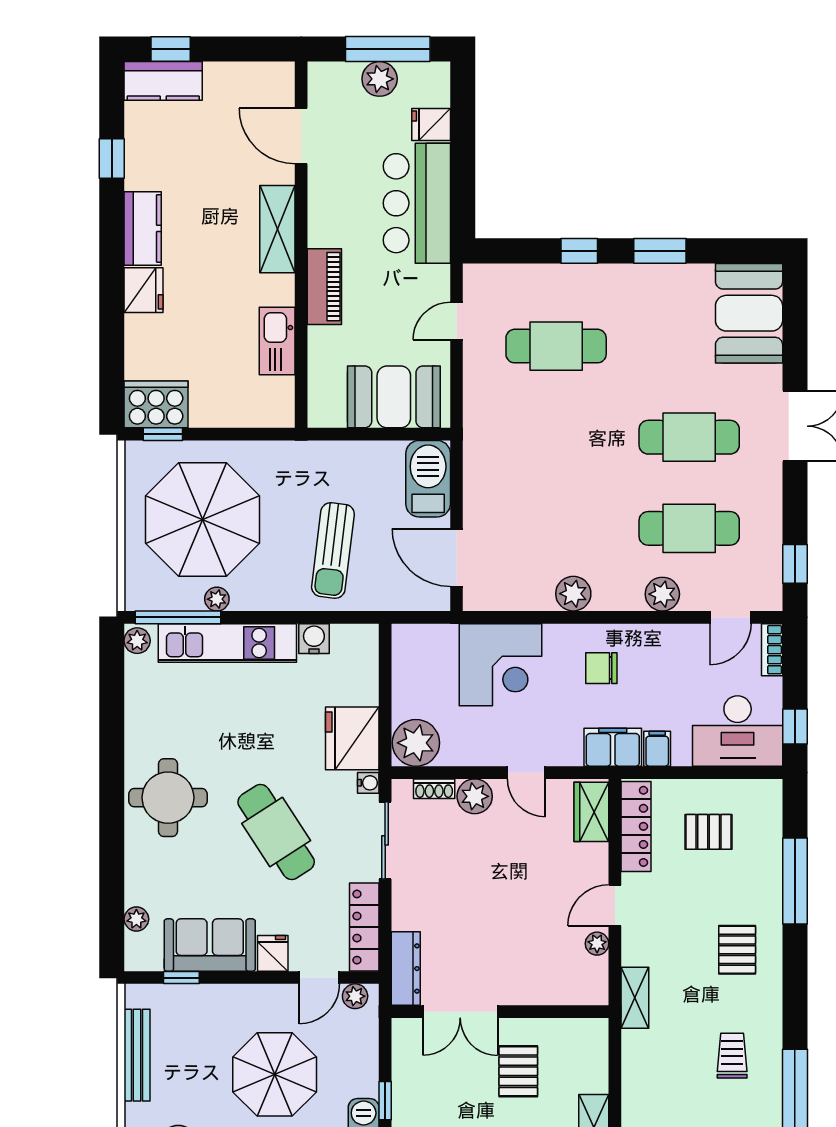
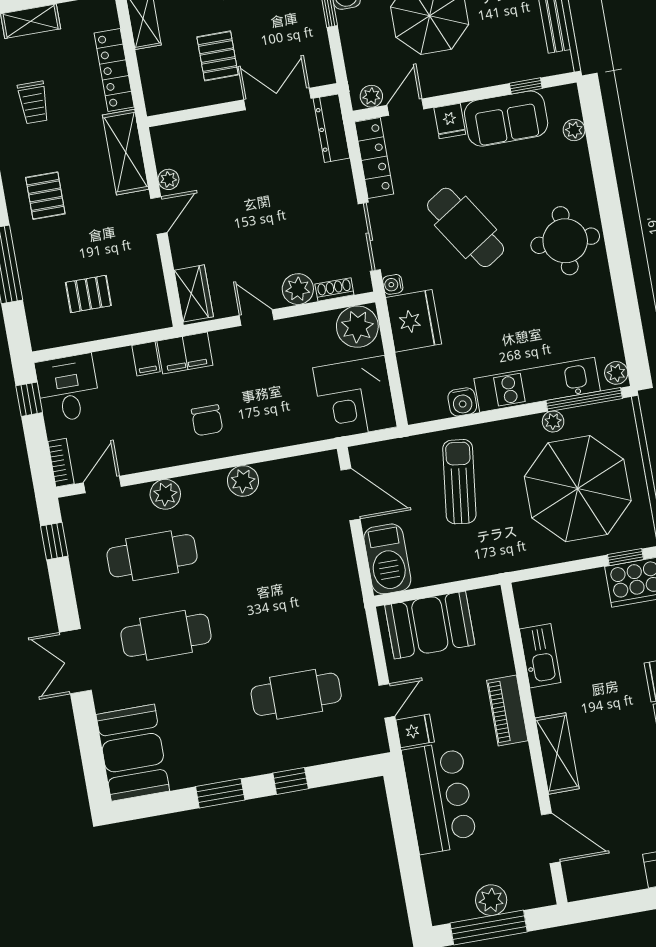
fridge: (431, 124) -> (415, 731), moved
corner desk: (501, 665) -> (355, 397), moved, turned -90
chair: (601, 668) -> (207, 420), turned 90
desk: (738, 731) -> (68, 388), width x0.73
locker: (636, 826) -> (114, 70), moved
shelving: (635, 998) -> (126, 152), width x1.50, depth x1.33

